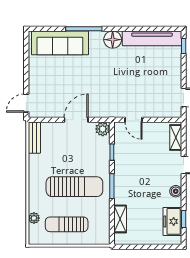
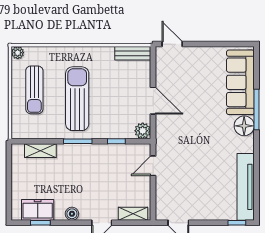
floor lamp: (113, 40) -> (244, 126), moved
sun lounger: (74, 187) -> (77, 99), turned 180
plant: (34, 218) -> (18, 53), moved
sun lounger: (67, 224) -> (34, 90), turned 180

